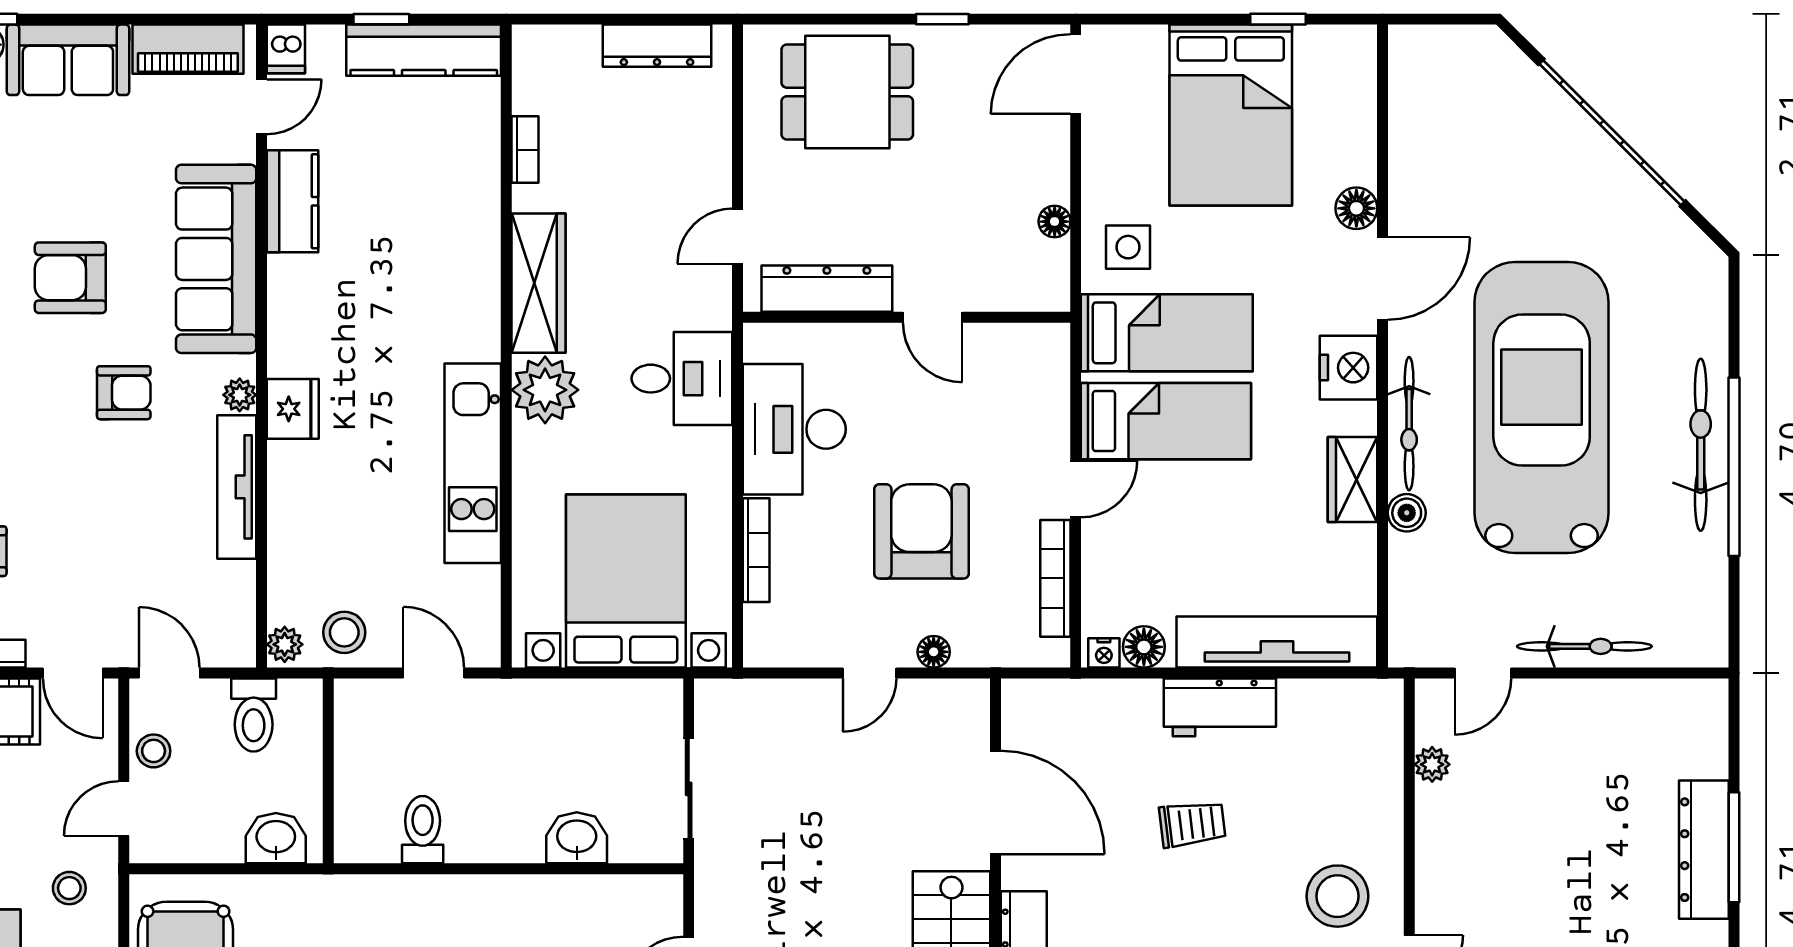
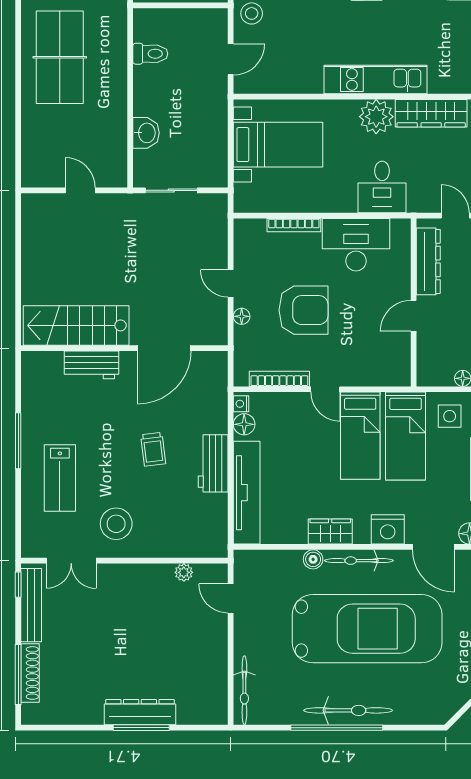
kitchen unit: (473, 463) -> (376, 79), moved
bed with nightstands: (626, 581) -> (278, 145), width x0.73
bicycle: (1584, 646) -> (244, 690), moved

